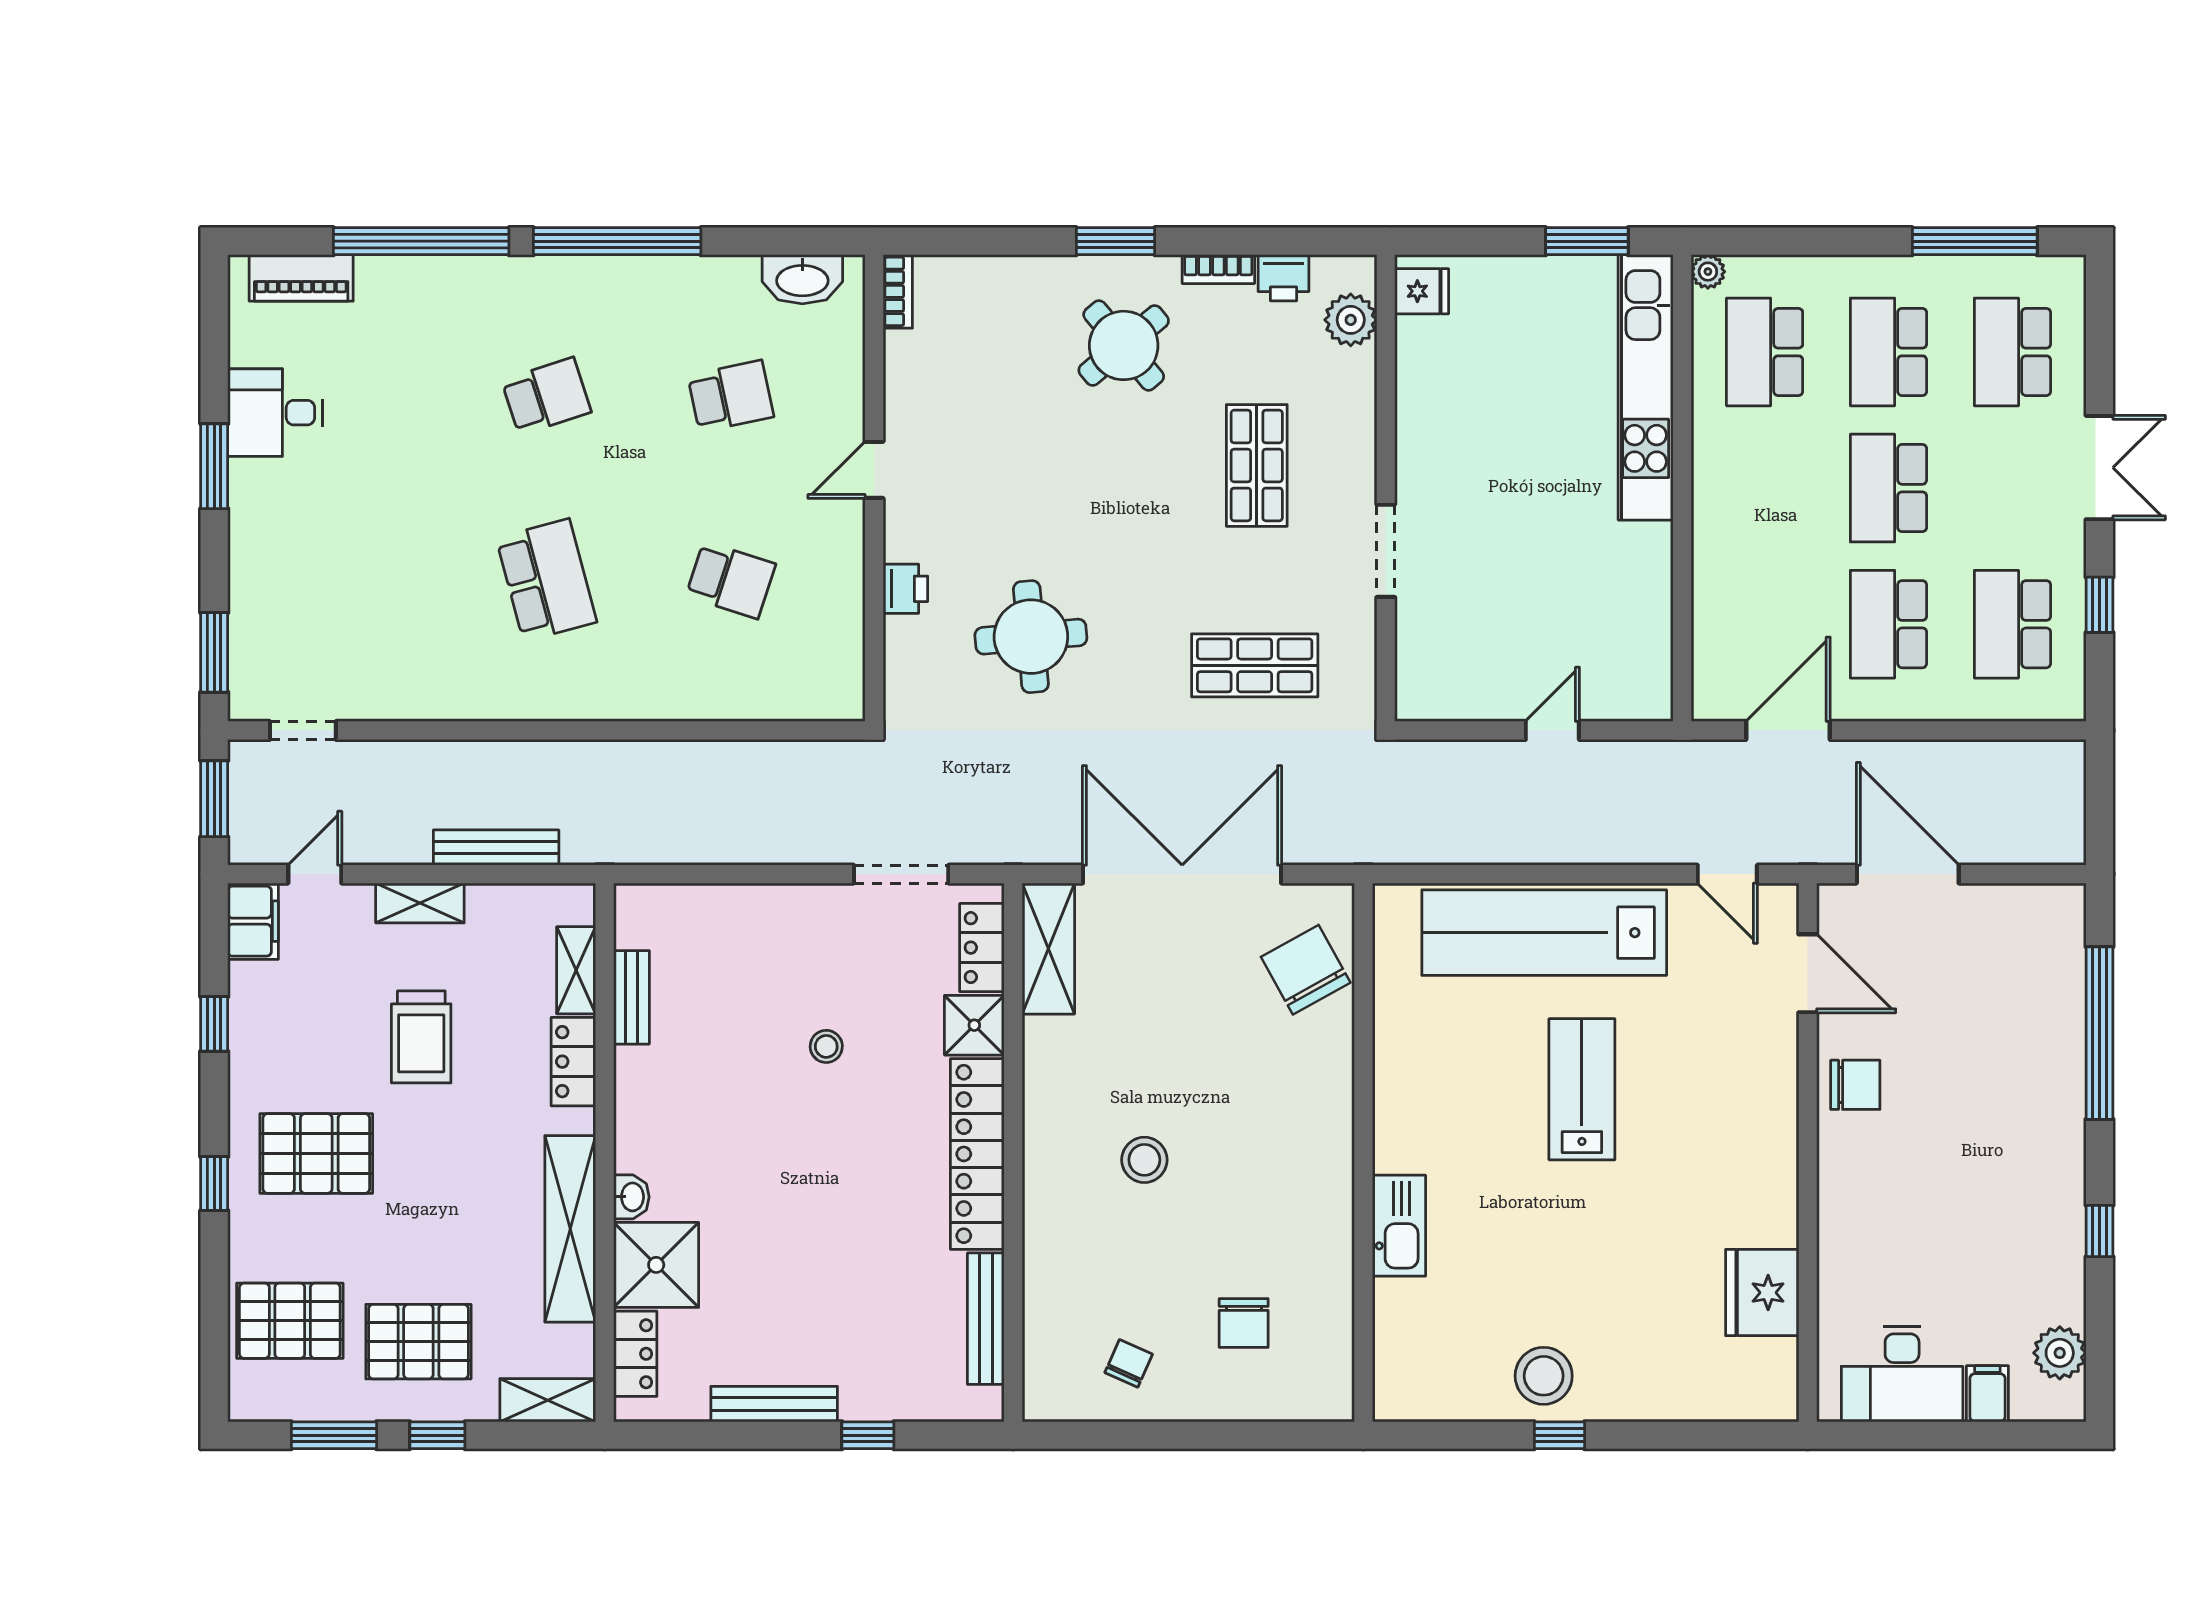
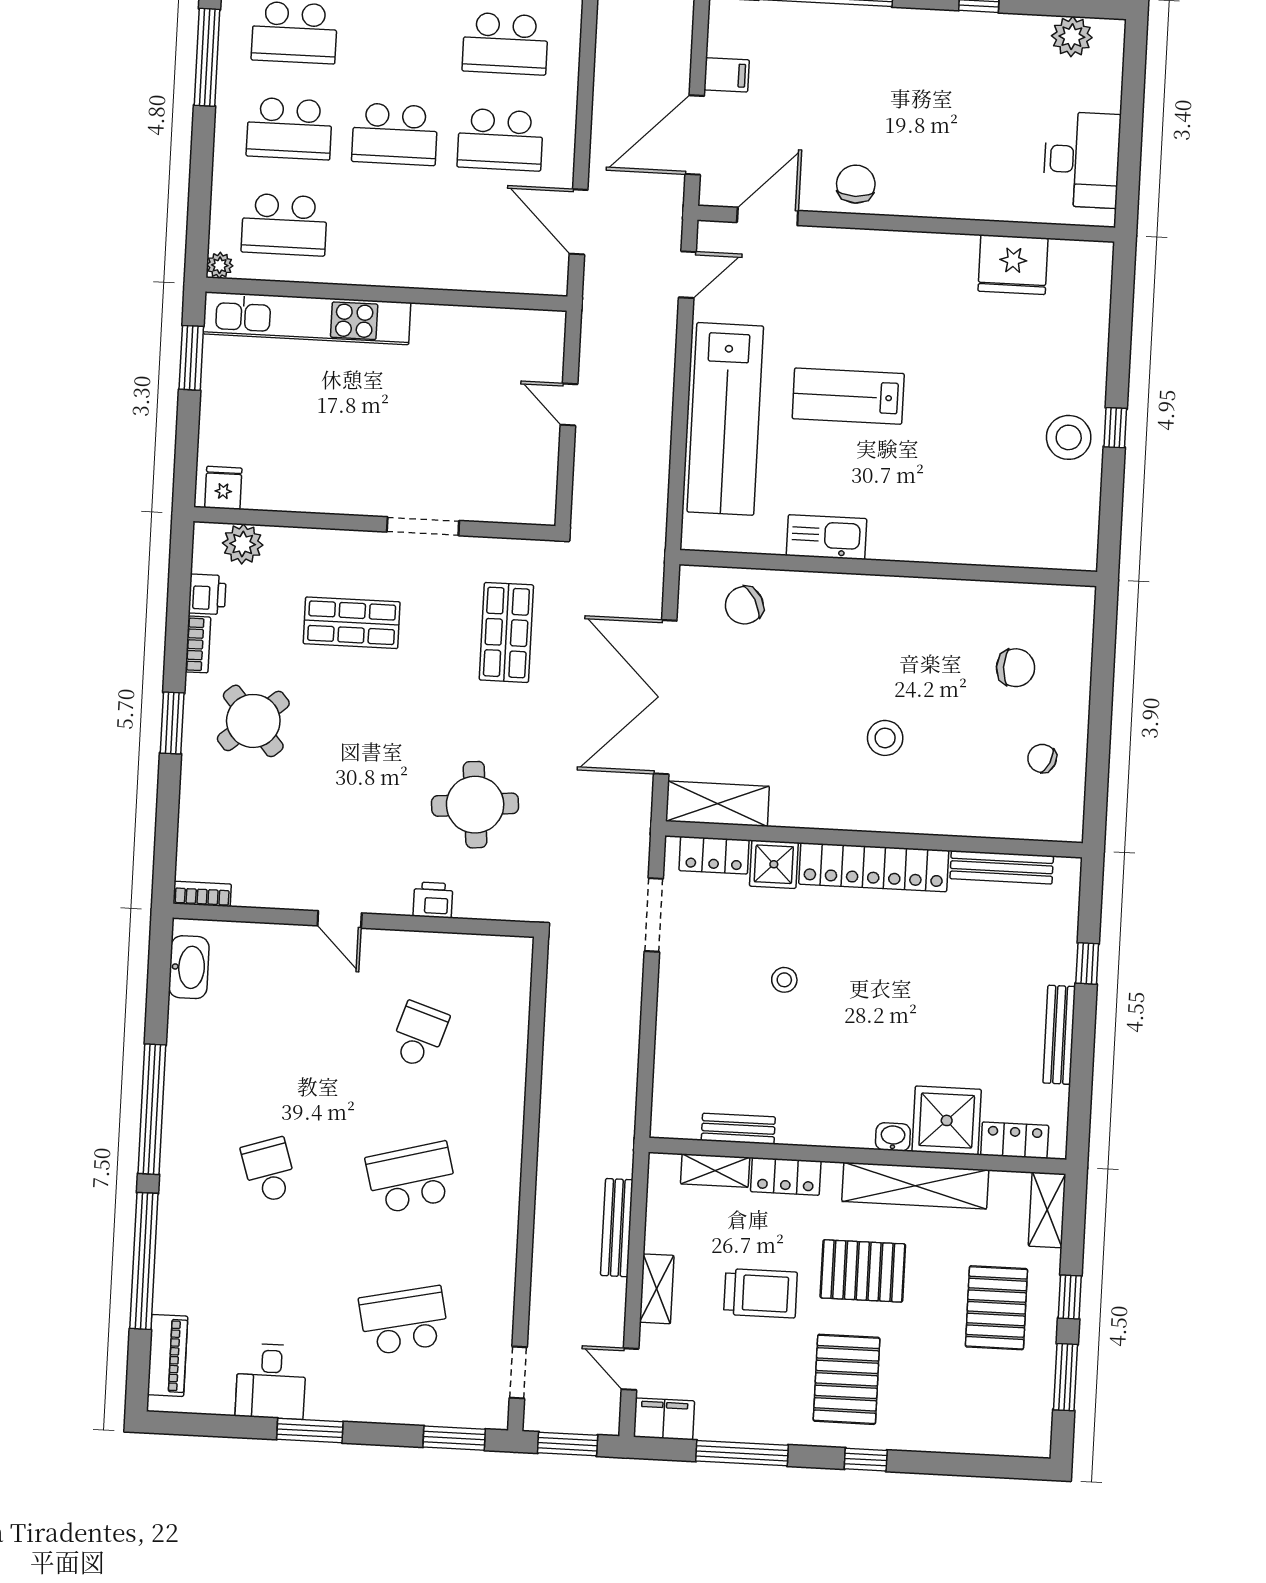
school desk: (731, 396) -> (404, 1321), moved, width x1.85
chair: (1306, 970) -> (744, 605), width x0.73, depth x0.73
window: (214, 1024) -> (742, 1453), width x2.17
kitchen sink: (1399, 1226) -> (827, 537), moved
pallet: (290, 1321) -> (863, 1271), moved, turned 90
filing cabinet: (1987, 1394) -> (727, 75), moved, turned 180

